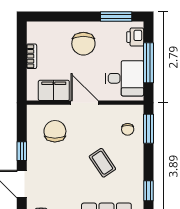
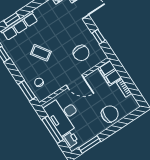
chair: (83, 44) -> (110, 114), moved, turned 90
desk: (124, 78) -> (63, 115), width x1.37
filing cabinet: (54, 90) -> (110, 73), moved, turned 90
window: (22, 151) -> (99, 37), moved

